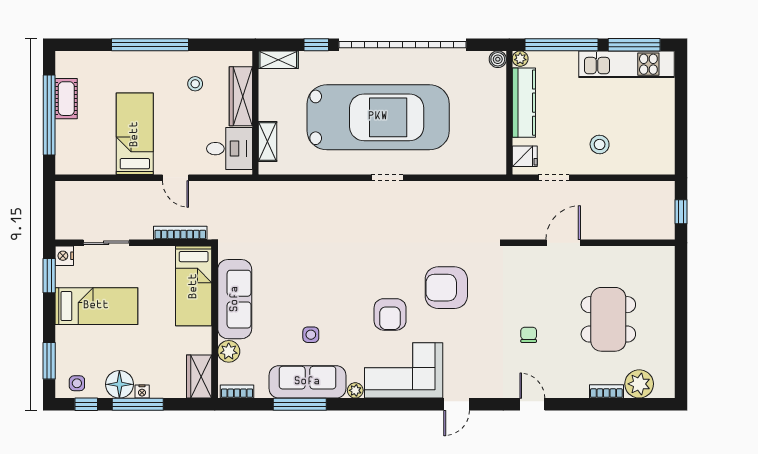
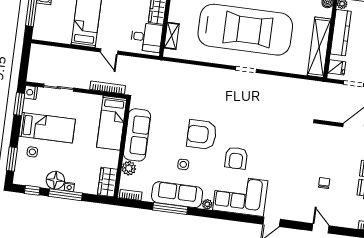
shelving: (494, 129) -> (319, 47), added
armchair: (446, 288) -> (202, 135), moved
side table: (77, 383) -> (32, 152), moved

